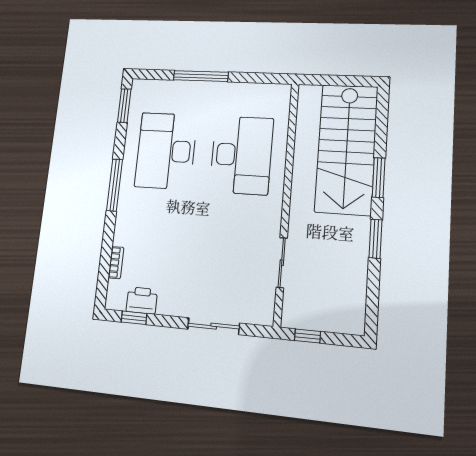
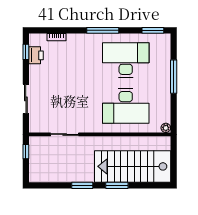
plant: (284, 91) -> (166, 128), added

